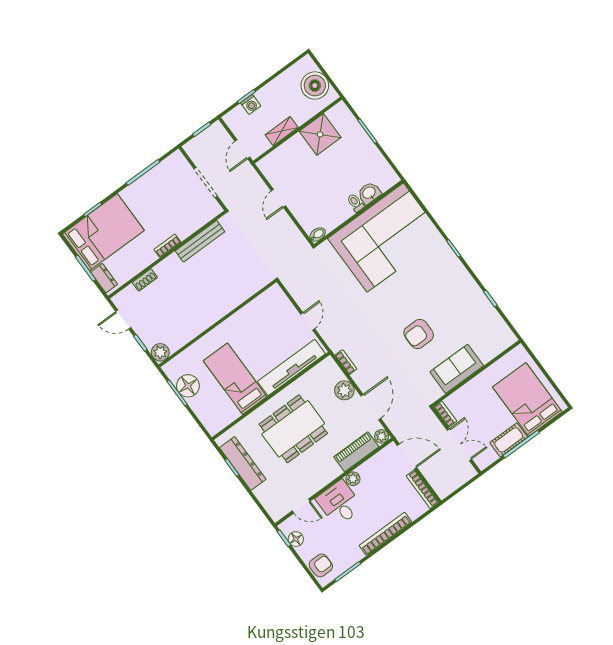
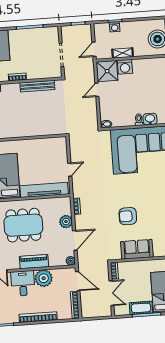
shower: (320, 134) -> (107, 71), moved
washing machine: (296, 147) -> (125, 67), added
piano: (356, 452) -> (34, 262), moved
plant: (353, 479) -> (44, 278), width x1.87, depth x1.87

